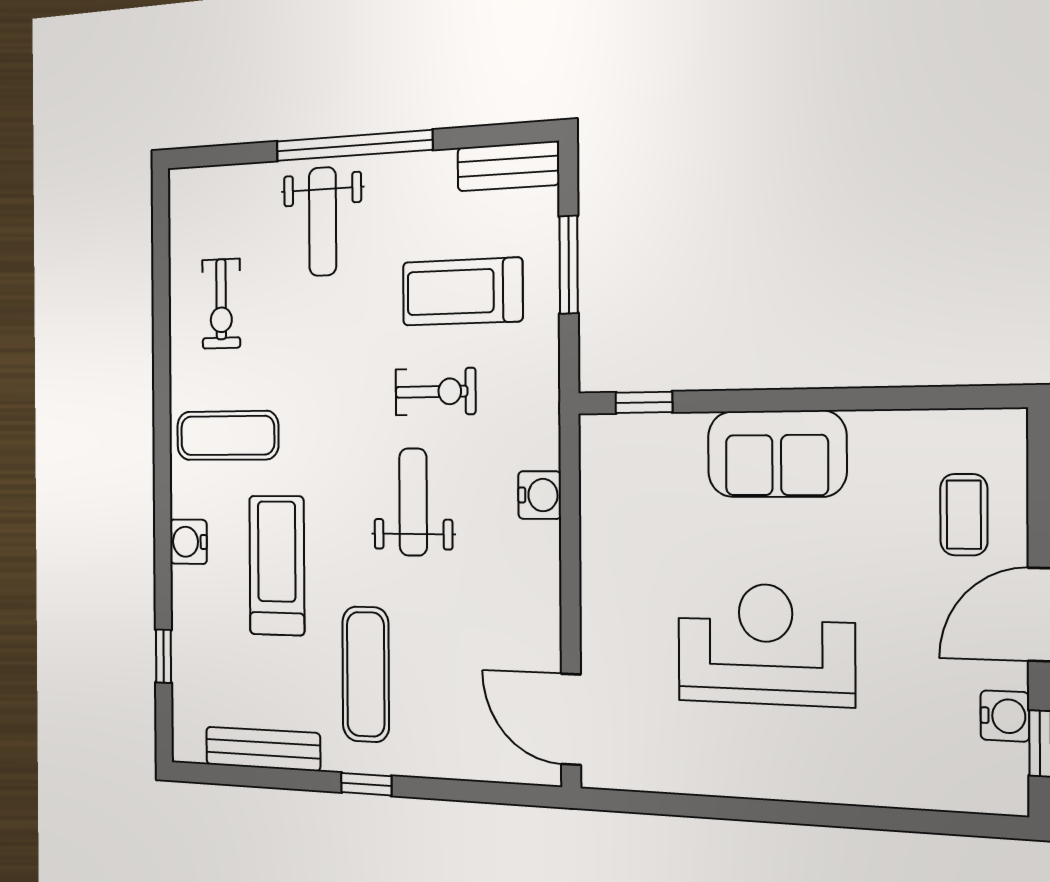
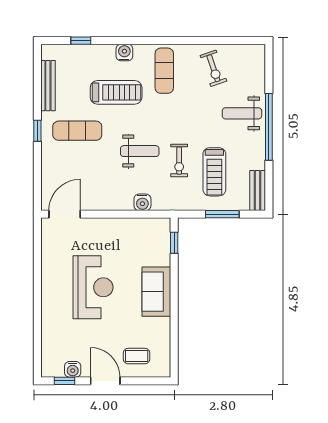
treadmill: (462, 292) -> (214, 172), turned 180
exercise bike: (221, 304) -> (213, 68), turned -109

